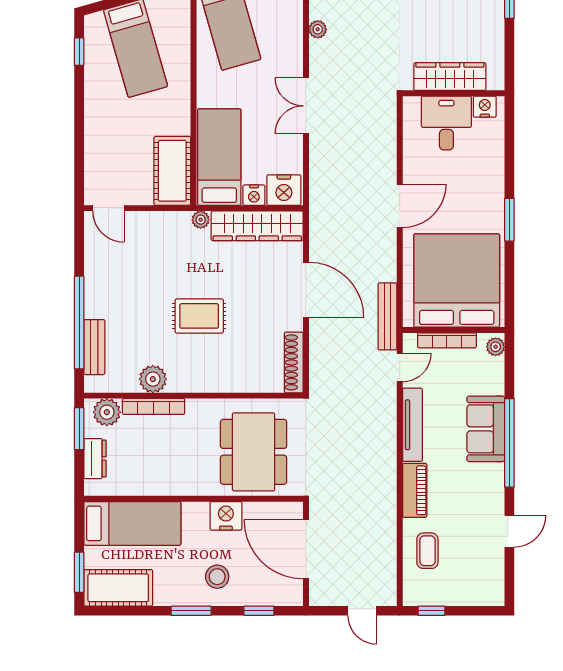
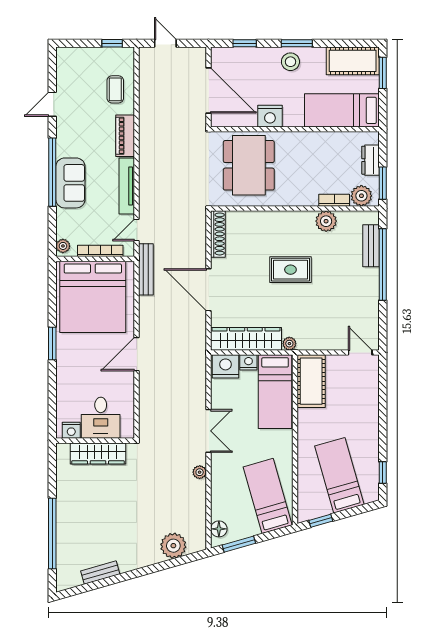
plant: (318, 29) -> (200, 472), moved
bookcase: (154, 406) -> (334, 200), width x0.64
stool: (217, 577) -> (290, 62), moved

